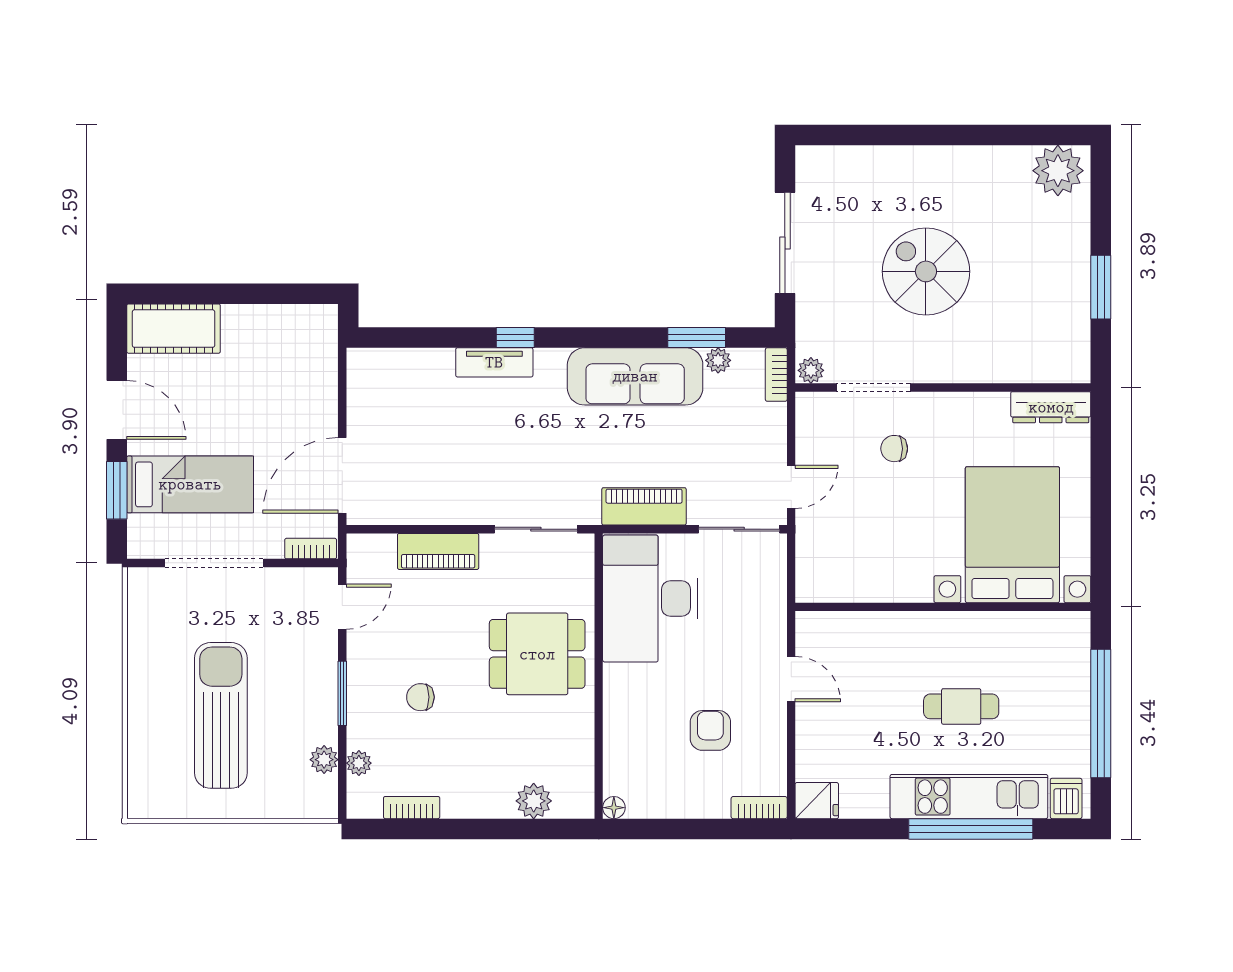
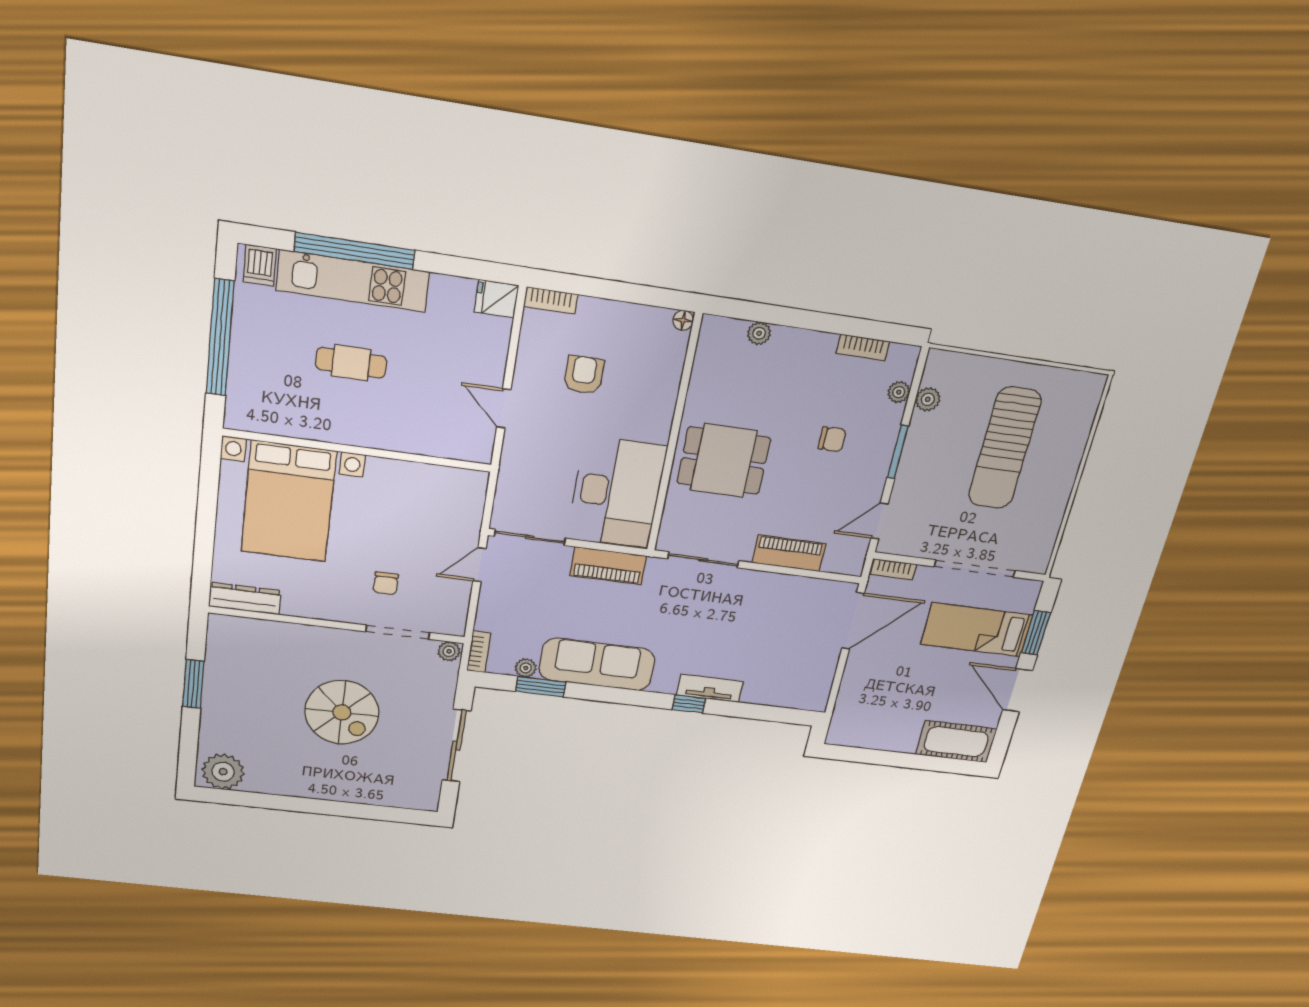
chair: (894, 449) -> (386, 583), turned 90
armchair: (710, 730) -> (584, 375), turned 180
plant: (534, 801) -> (759, 333), width x0.73, depth x0.73

